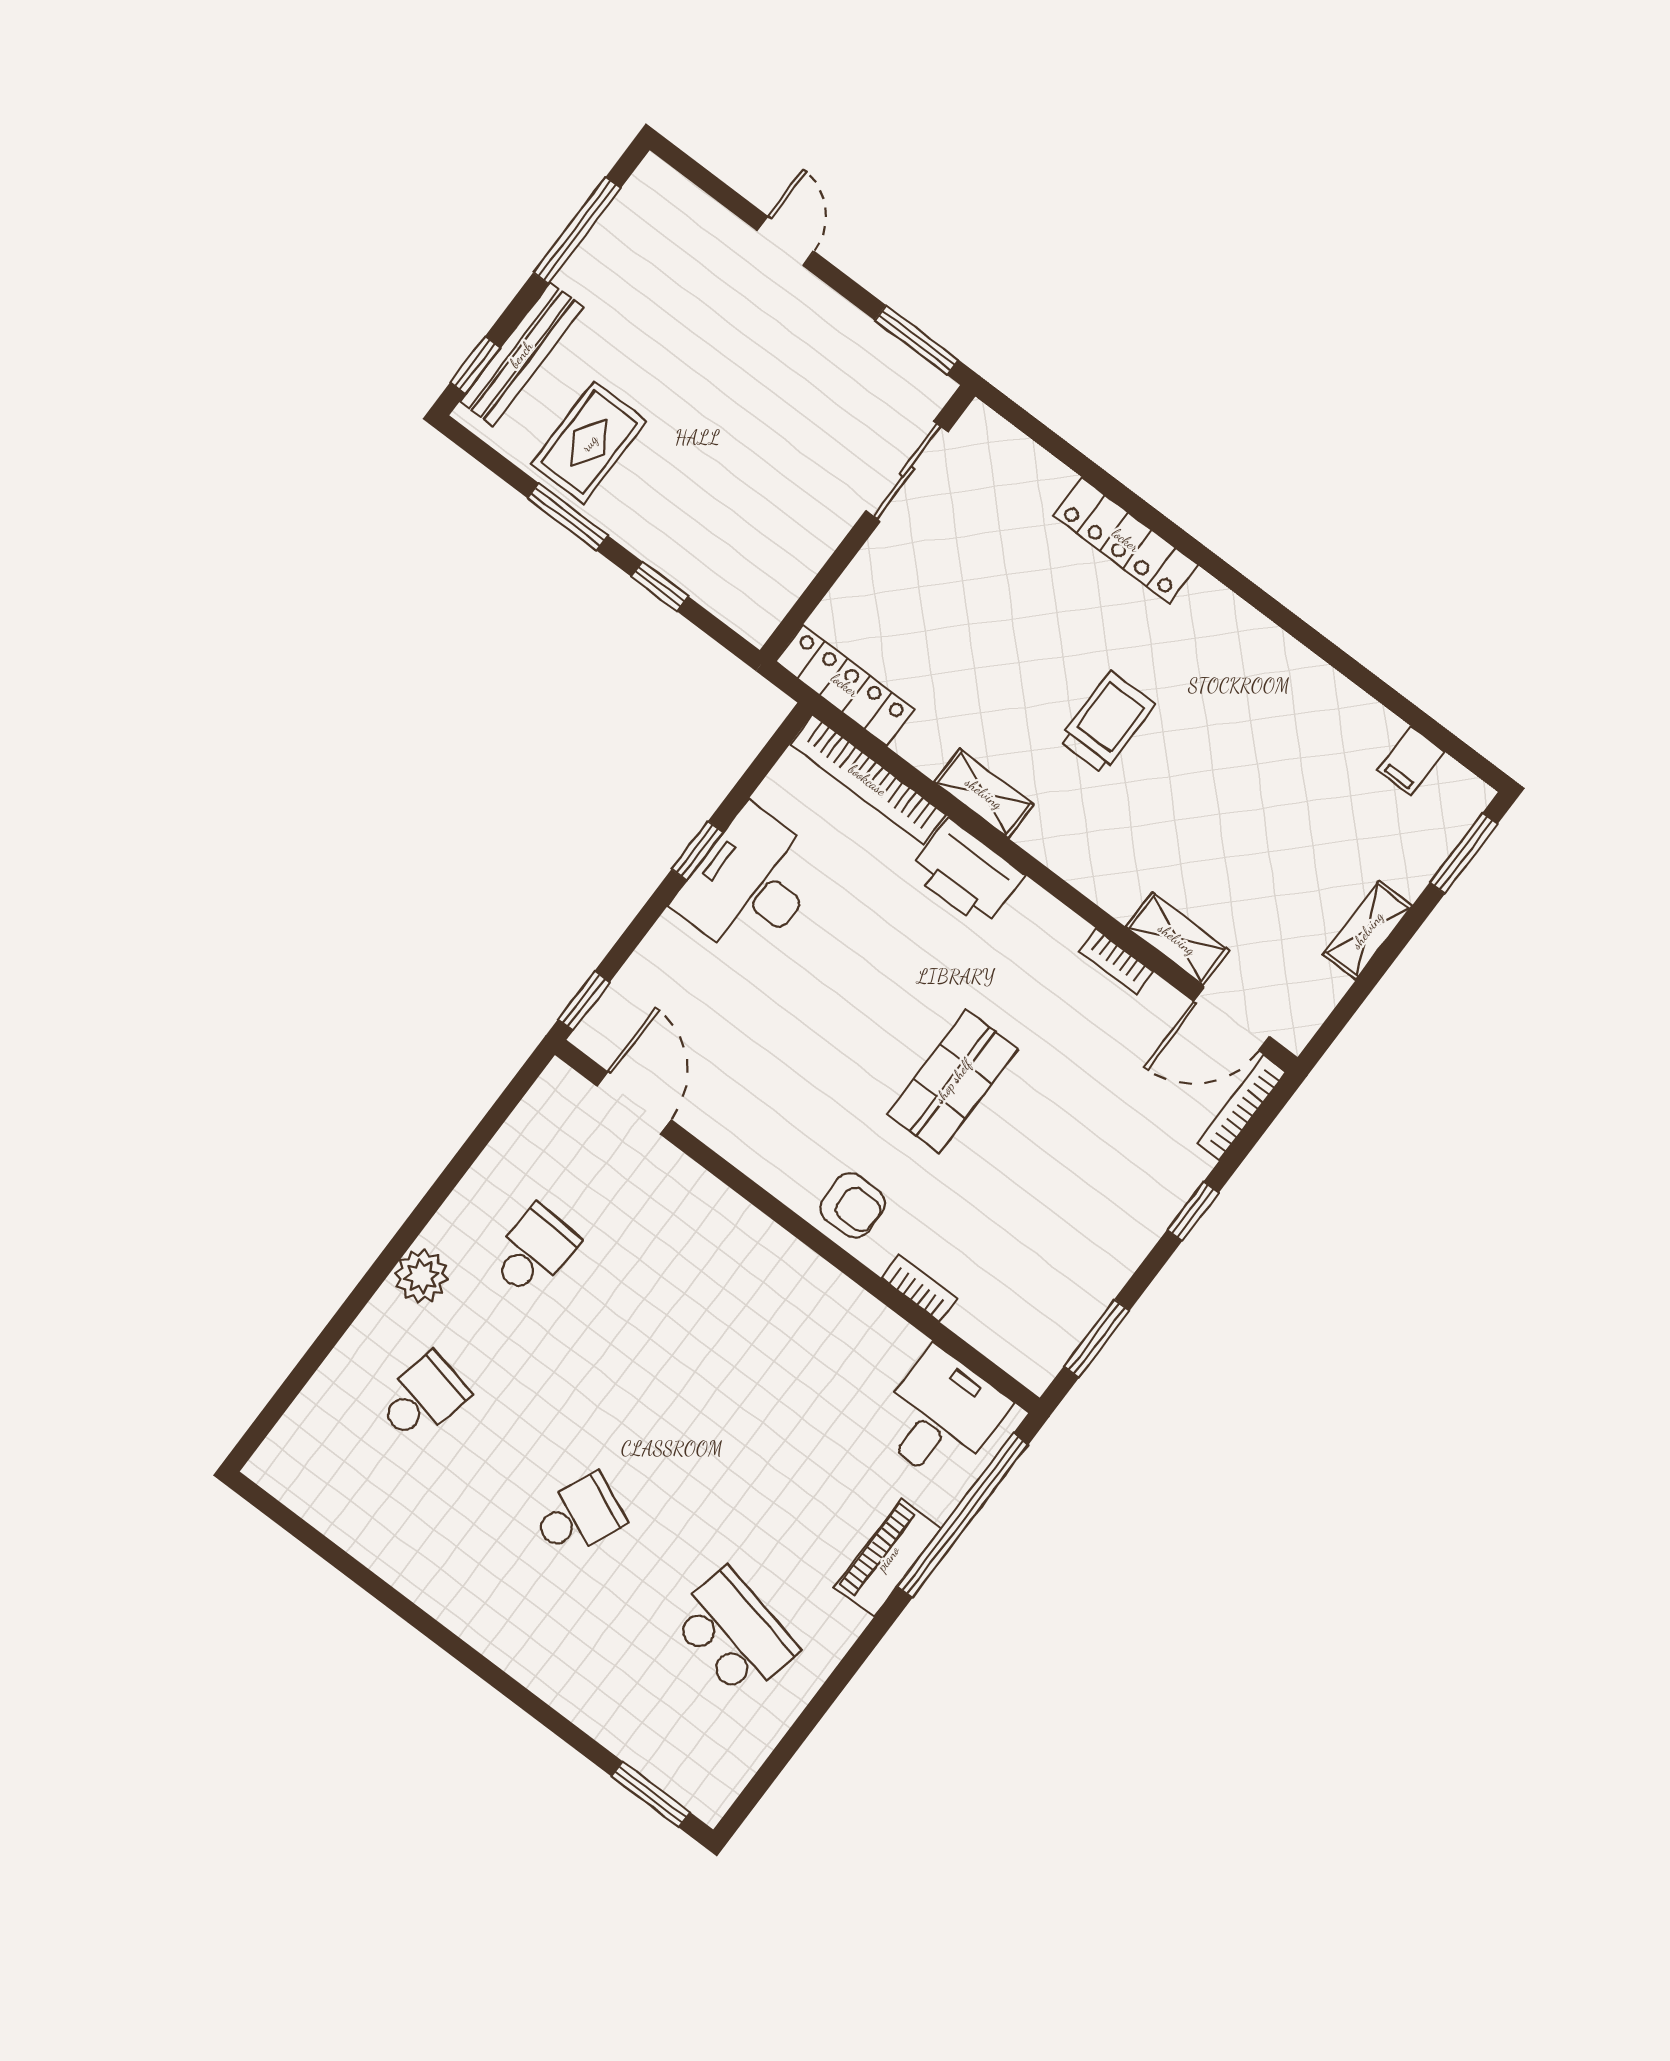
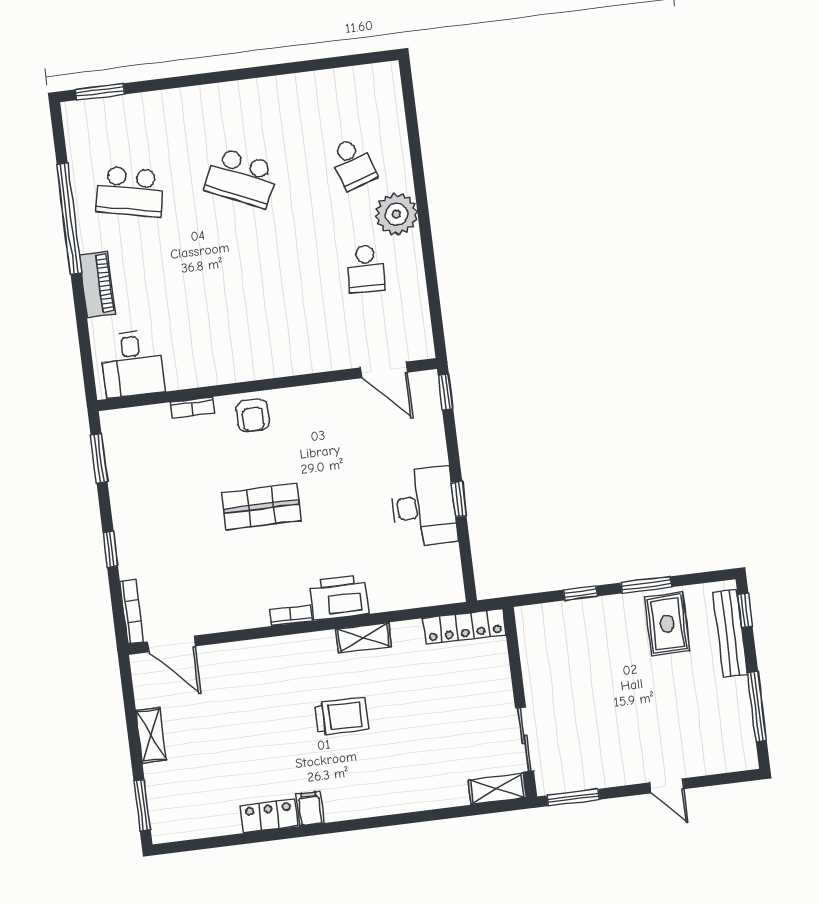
locker: (1126, 540) -> (269, 816), moved, width x0.66
trolley: (1107, 722) -> (342, 716), turned -90
filing cabinet: (1411, 761) -> (310, 809), moved
bookcase: (868, 780) -> (417, 597), removed
shelving: (1177, 939) -> (497, 789), moved
bookcase: (1116, 961) -> (291, 615), moved
door: (1232, 1019) -> (171, 644), swing flipped
shop shelf: (953, 1081) -> (261, 507), turned 90
armchair: (853, 1205) -> (253, 415), turned -90
plant: (421, 1276) -> (396, 214), width x1.36, depth x1.36
school desk: (423, 1398) -> (353, 164), turned -30
window: (963, 1515) -> (69, 219), moved
school desk: (579, 1516) -> (241, 178), width x1.85

